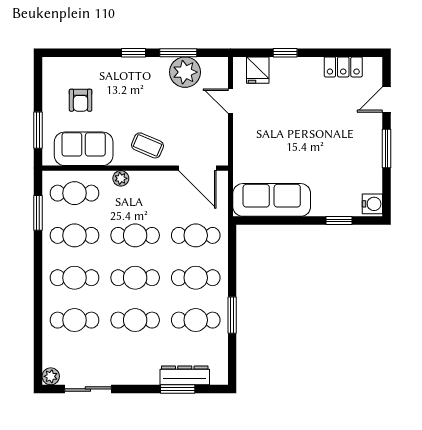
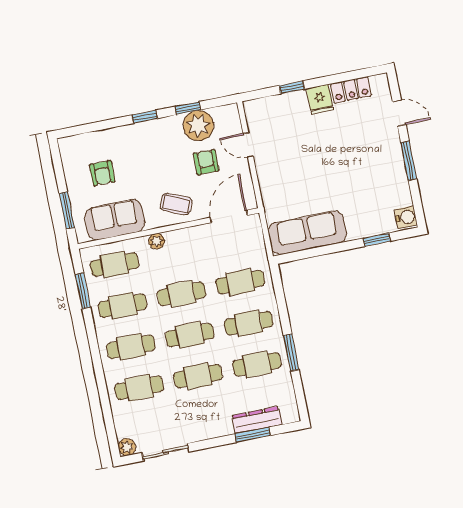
window: (178, 53) -> (188, 108), width x0.67
fridge: (258, 70) -> (320, 99), moved
door: (386, 99) -> (399, 113), swing flipped
armchair: (185, 110) -> (206, 162), added
door: (197, 168) -> (229, 216), swing flipped

